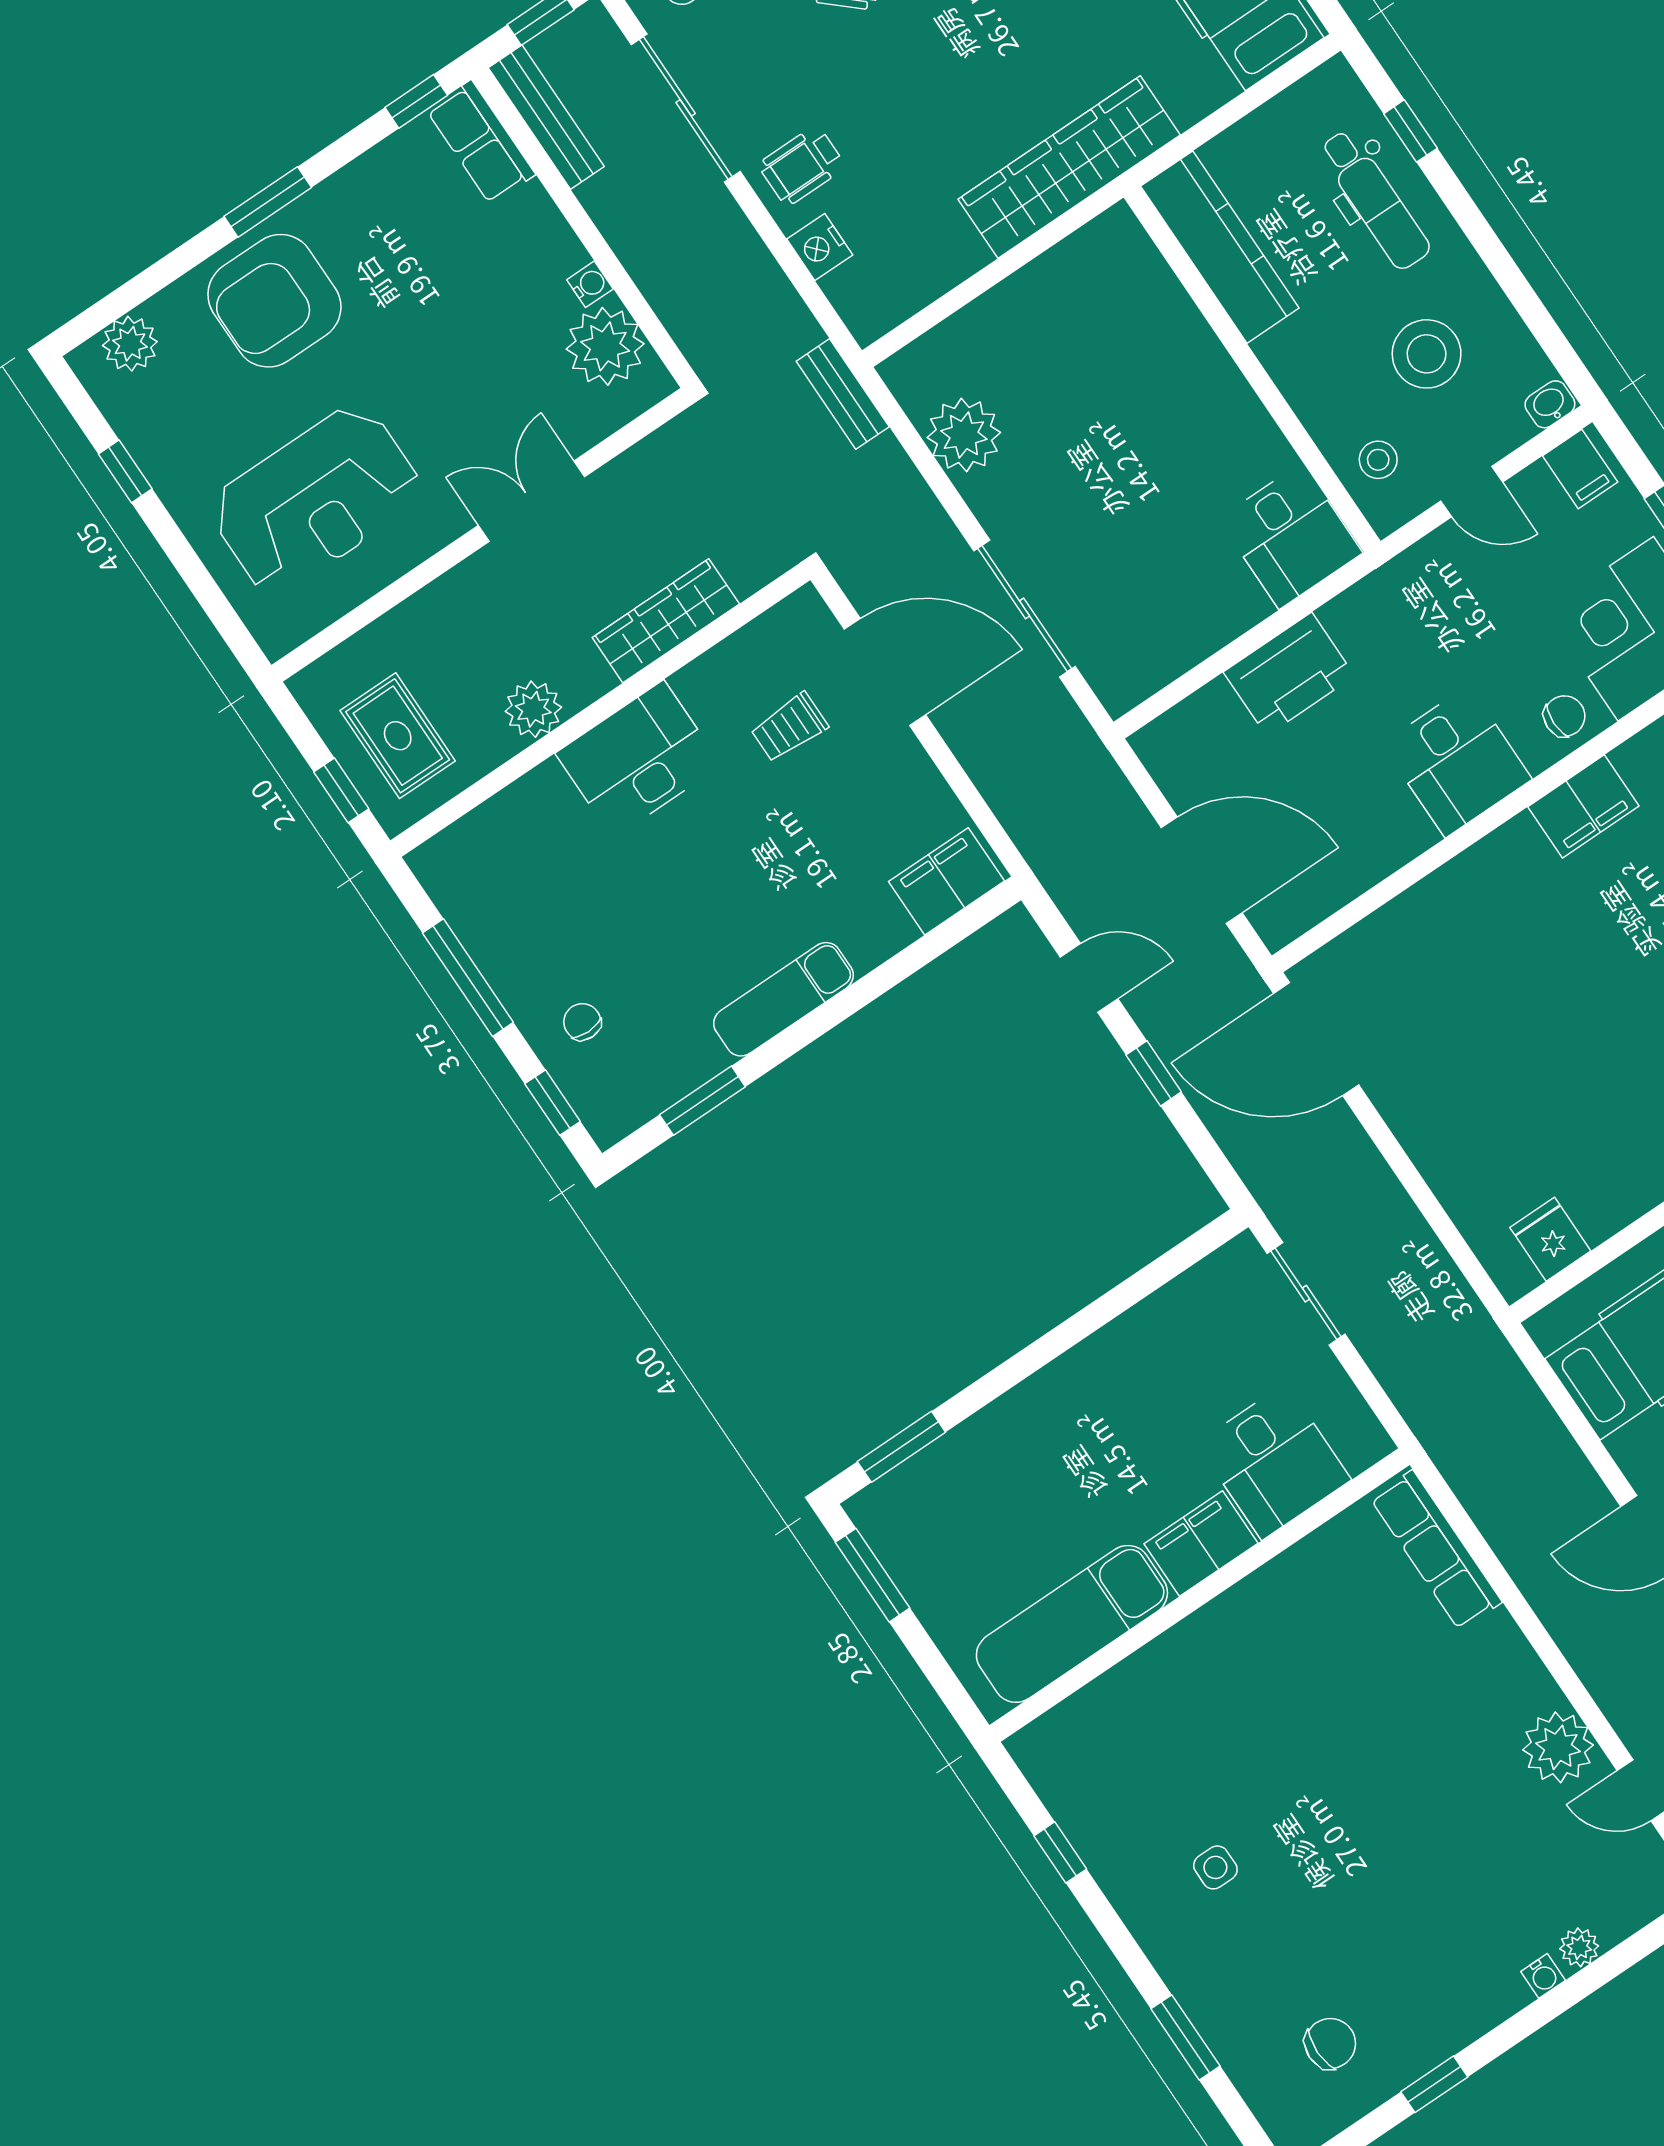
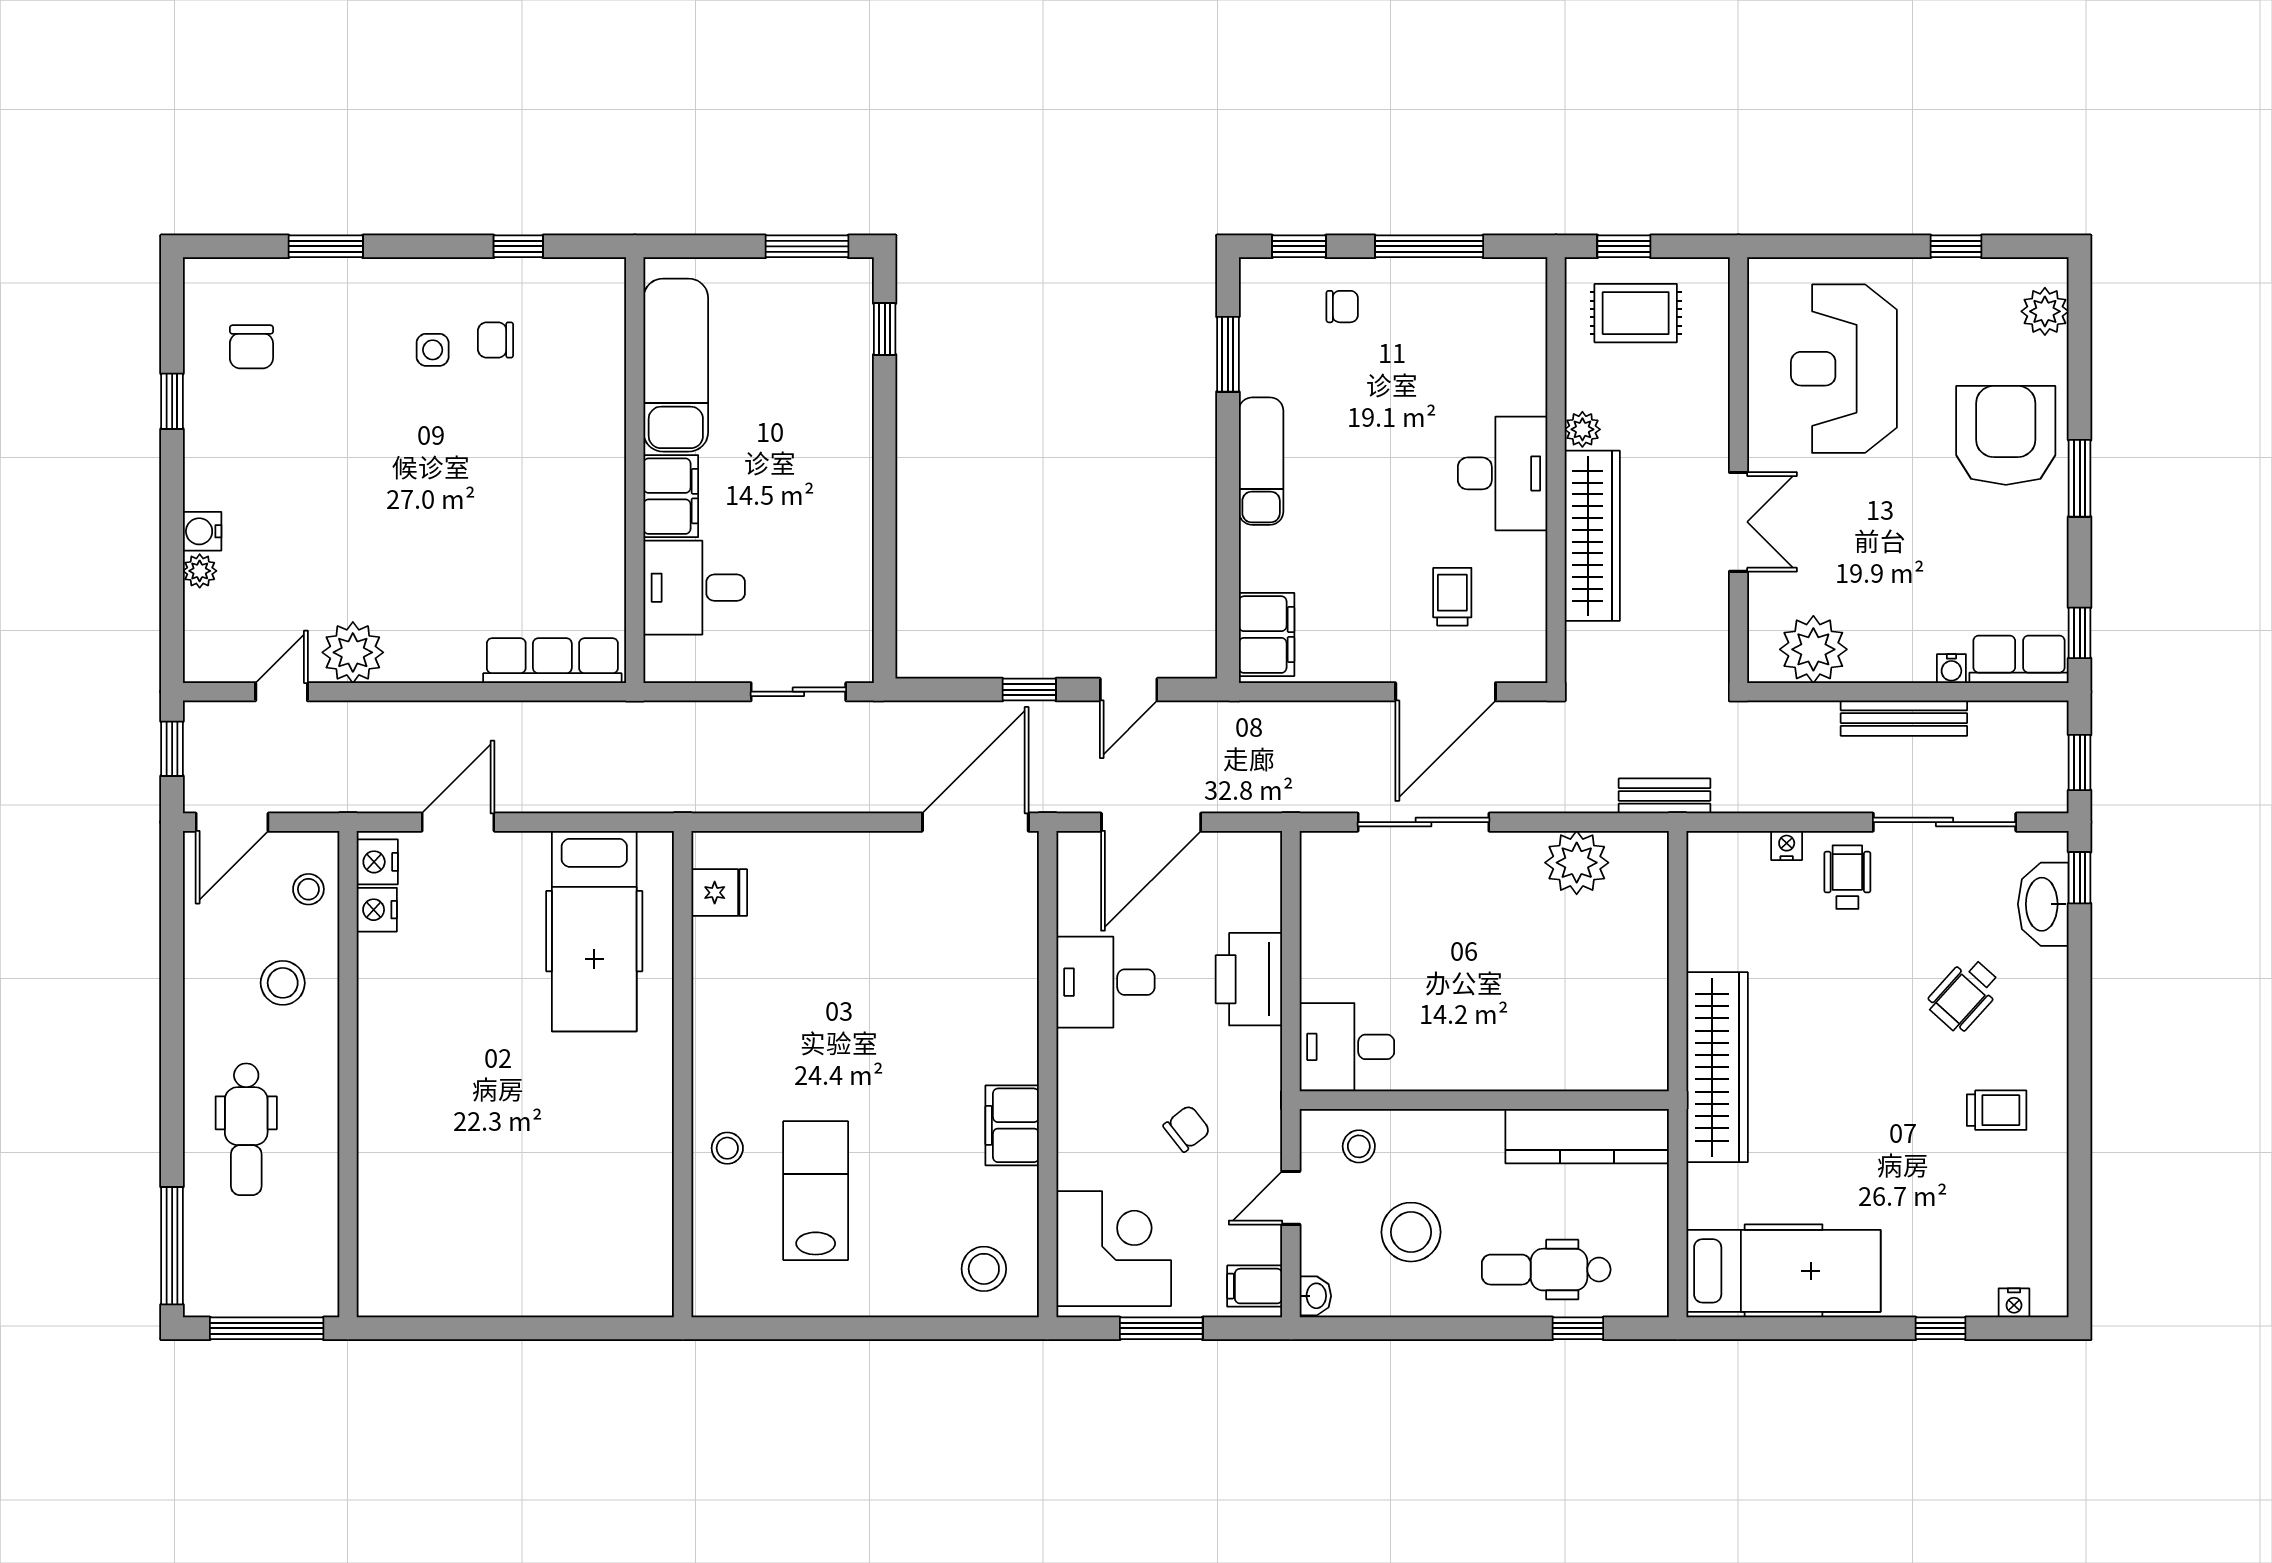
bench: (546, 117) -> (1904, 718), moved
nightstand: (820, 247) -> (1787, 845), width x0.72, depth x0.74
water cooler: (590, 284) -> (1951, 669), moved
wardrobe: (666, 621) -> (1592, 536), width x1.40, depth x1.17
plant: (533, 709) -> (1582, 429), width x0.73, depth x0.73
chair: (1564, 716) -> (1187, 1129), moved, turned -128
desk: (1457, 761) -> (1105, 982), moved
window: (901, 1447) -> (885, 329), width x0.67
chair: (1165, 1813) -> (496, 340), added
water cooler: (1543, 1976) -> (202, 531), width x1.38, depth x1.38

